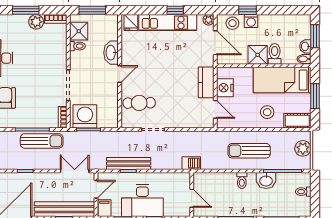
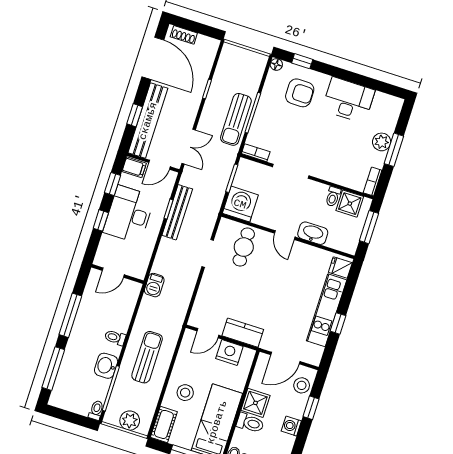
plant: (208, 20) -> (315, 359), removed
washing machine: (251, 21) -> (291, 426), moved
plant: (36, 22) -> (382, 142), moved
washing machine: (85, 116) -> (240, 204), moved, turned -90
door: (96, 189) -> (159, 165), hinge flipped
toilet: (303, 192) -> (96, 410), moved

